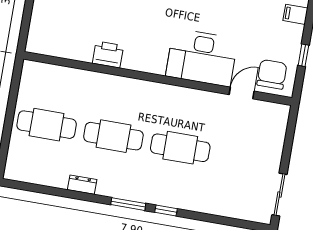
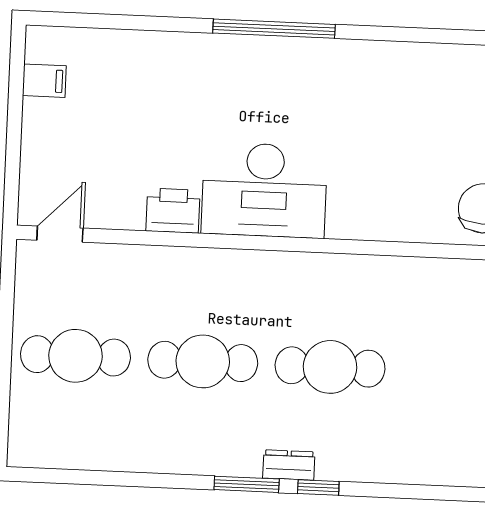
desk: (202, 58) -> (264, 190), moved
door: (242, 93) -> (60, 234), moved
dresser: (82, 185) -> (289, 465), moved

